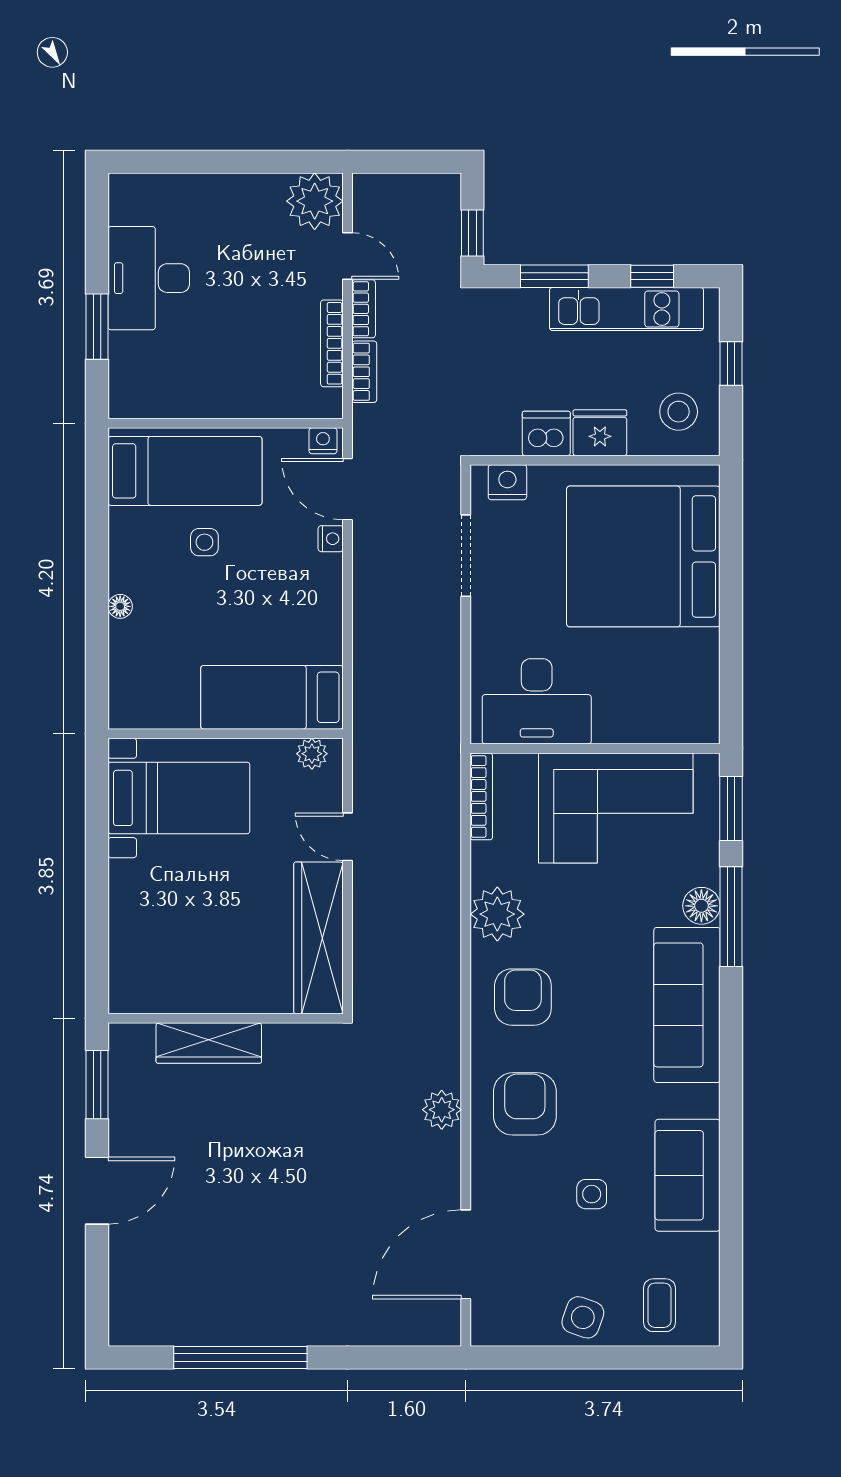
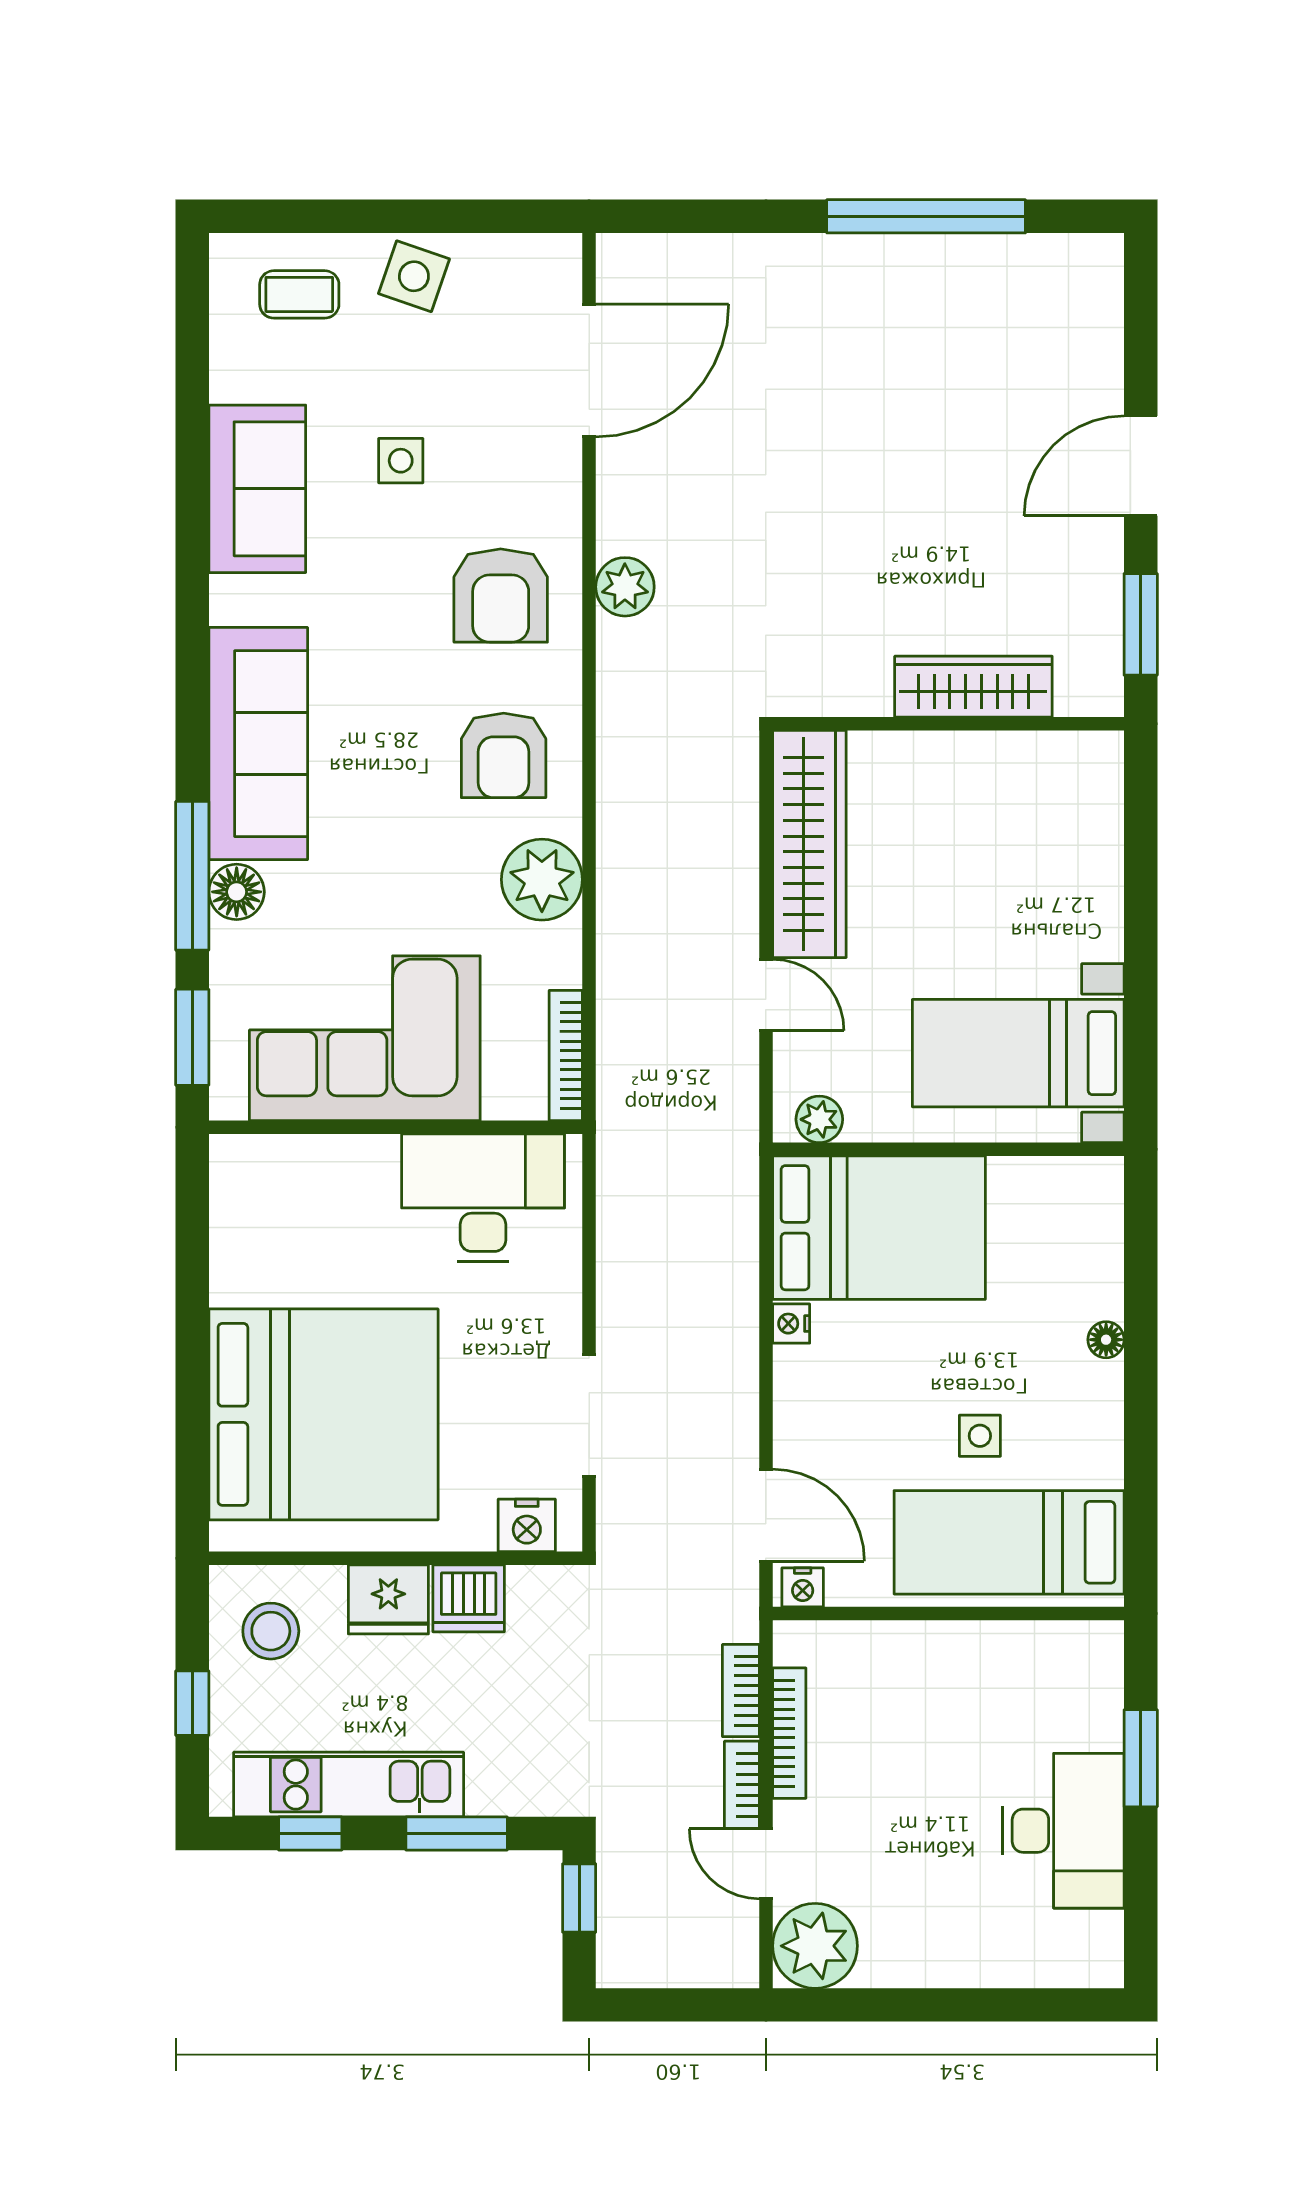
nightstand: (331, 539) -> (791, 1324), moved
bed: (272, 697) -> (879, 1228), width x1.50
coffee table: (660, 1305) -> (299, 294), turned 90

